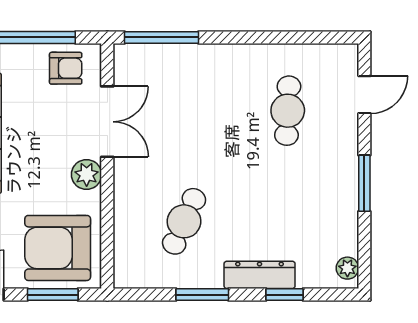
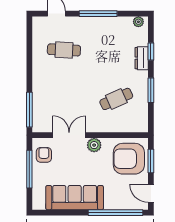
window: (364, 183) -> (98, 14), width x1.44
cafe table: (184, 221) -> (116, 99), turned -48
armchair: (58, 248) -> (129, 159), turned 90
dresser: (260, 275) -> (142, 58), width x0.70

